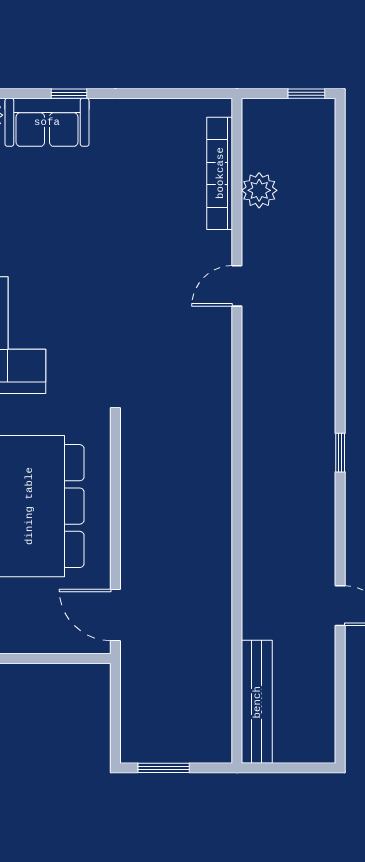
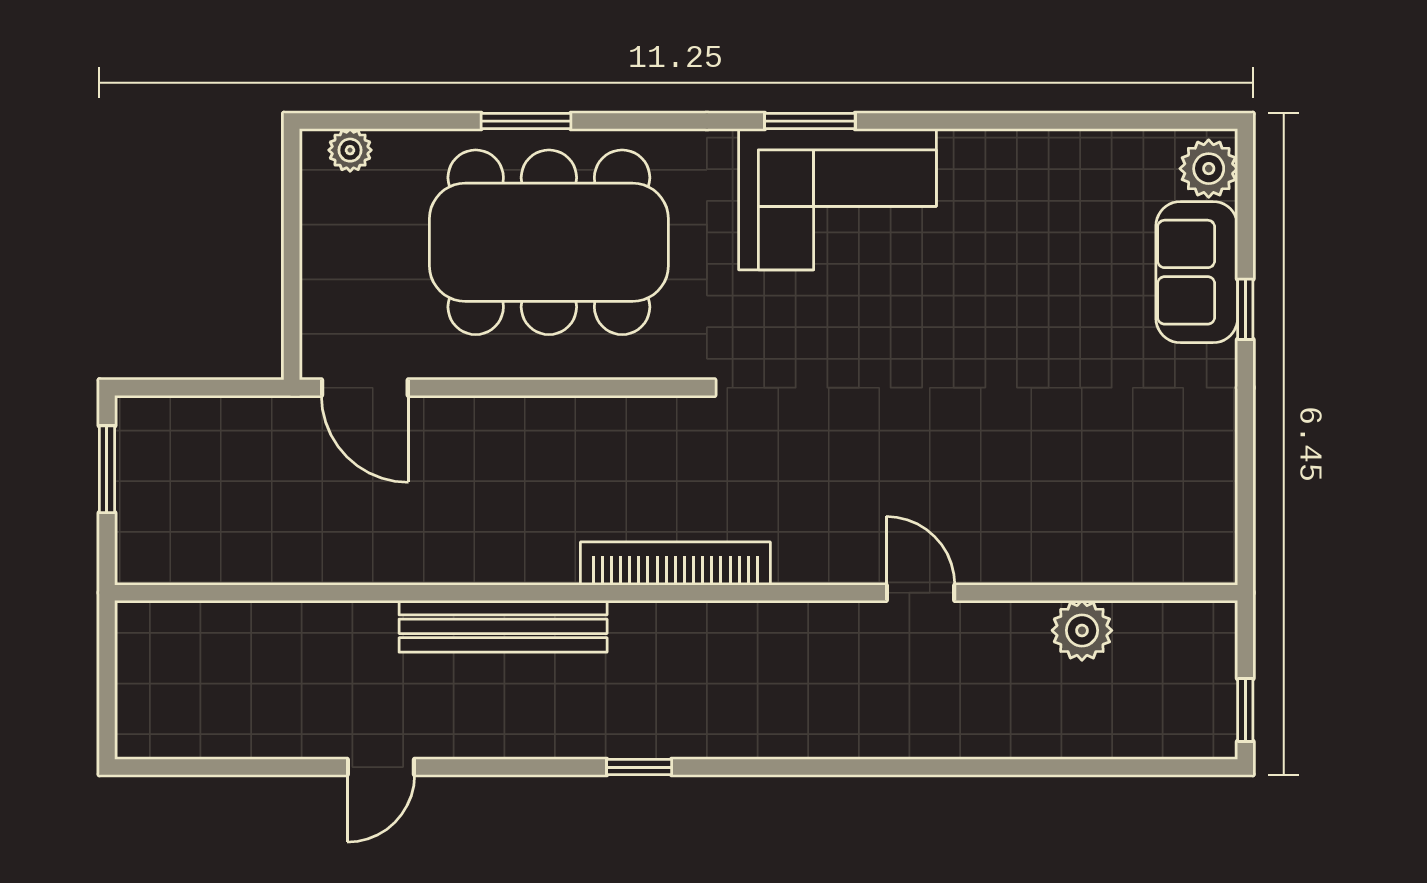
bookcase: (220, 173) -> (675, 563), moved
door: (115, 615) -> (365, 388), swing flipped
bench: (257, 702) -> (503, 626), moved

